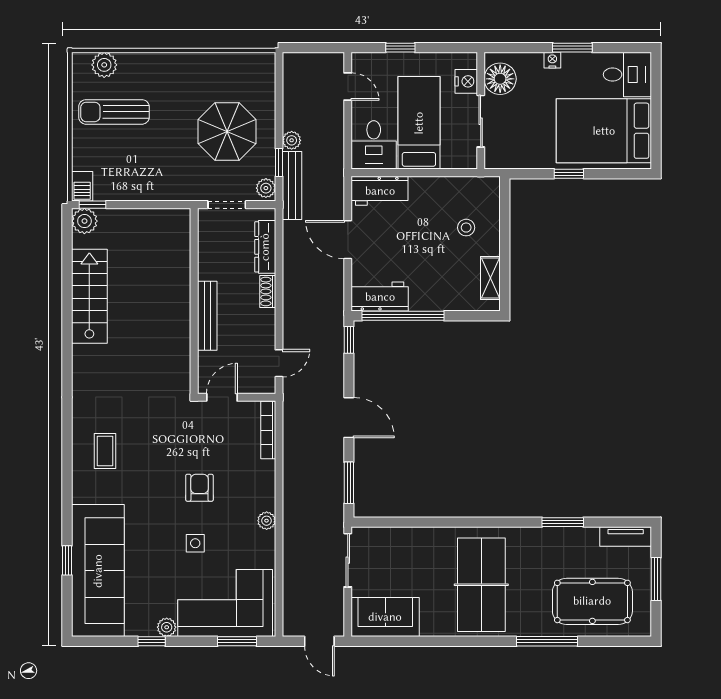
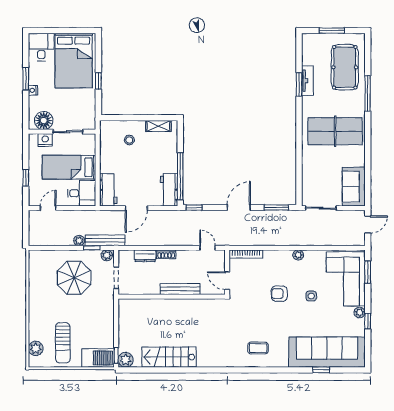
barbecue: (82, 186) -> (98, 358), width x1.88, depth x1.53
dresser: (265, 247) -> (145, 256), width x0.70
tv unit: (626, 537) -> (307, 81), moved

